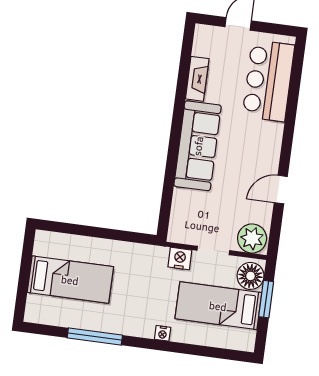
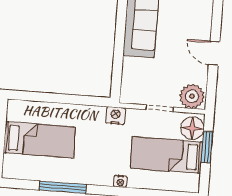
door: (281, 190) -> (214, 53), hinge flipped
nightstand: (180, 259) -> (115, 116), moved

